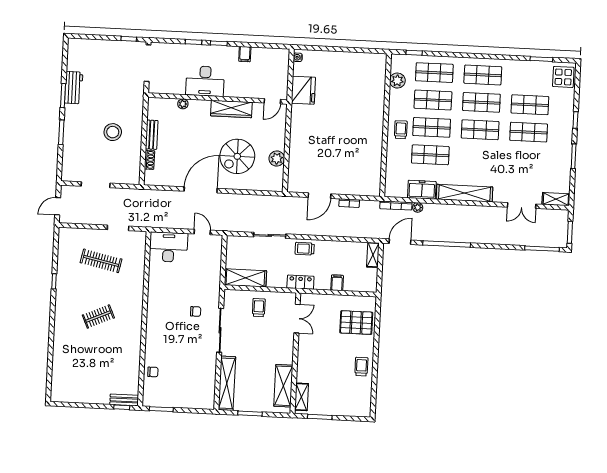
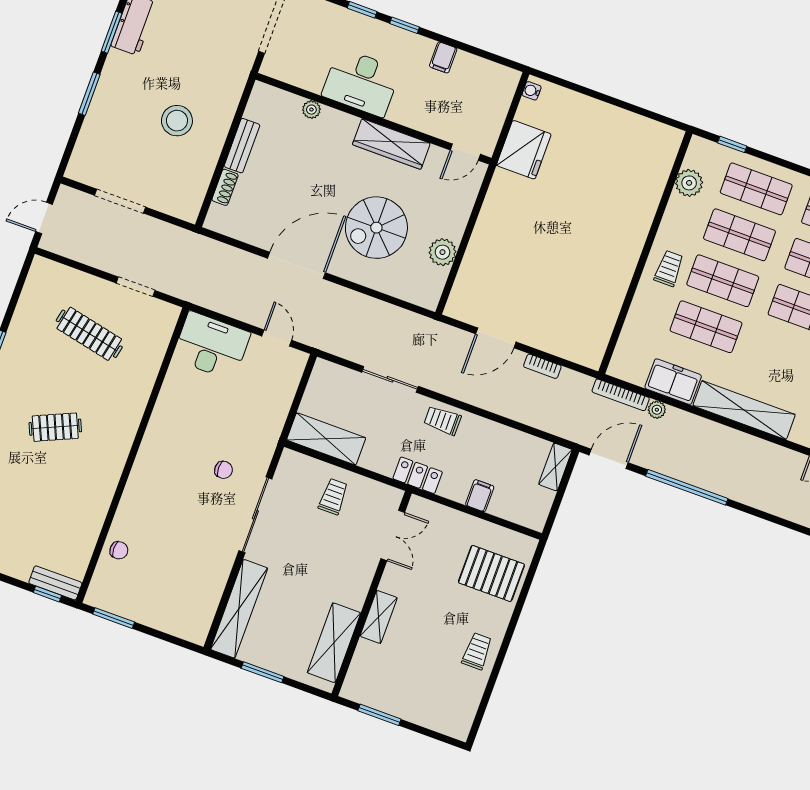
shelving: (301, 397) -> (379, 617), moved

